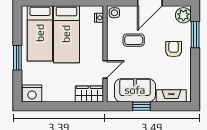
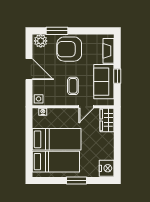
coffee table: (134, 40) -> (73, 86), moved
armchair: (174, 49) -> (69, 49), width x1.88, depth x1.88
door: (105, 69) -> (86, 107), swing flipped

